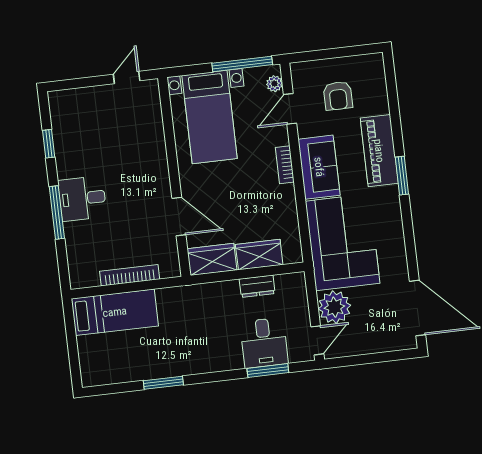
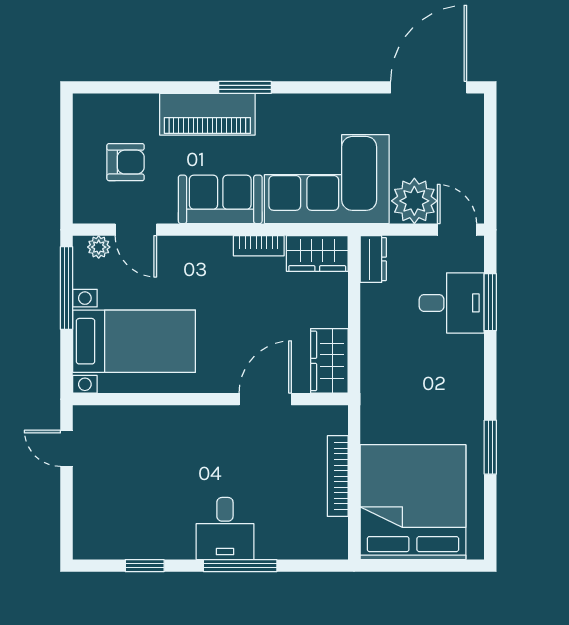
bookcase: (285, 165) -> (259, 246), moved
wardrobe: (259, 255) -> (317, 254), moved, turned -90
dresser: (257, 286) -> (373, 259), moved
bed: (115, 312) -> (413, 502), width x2.04

